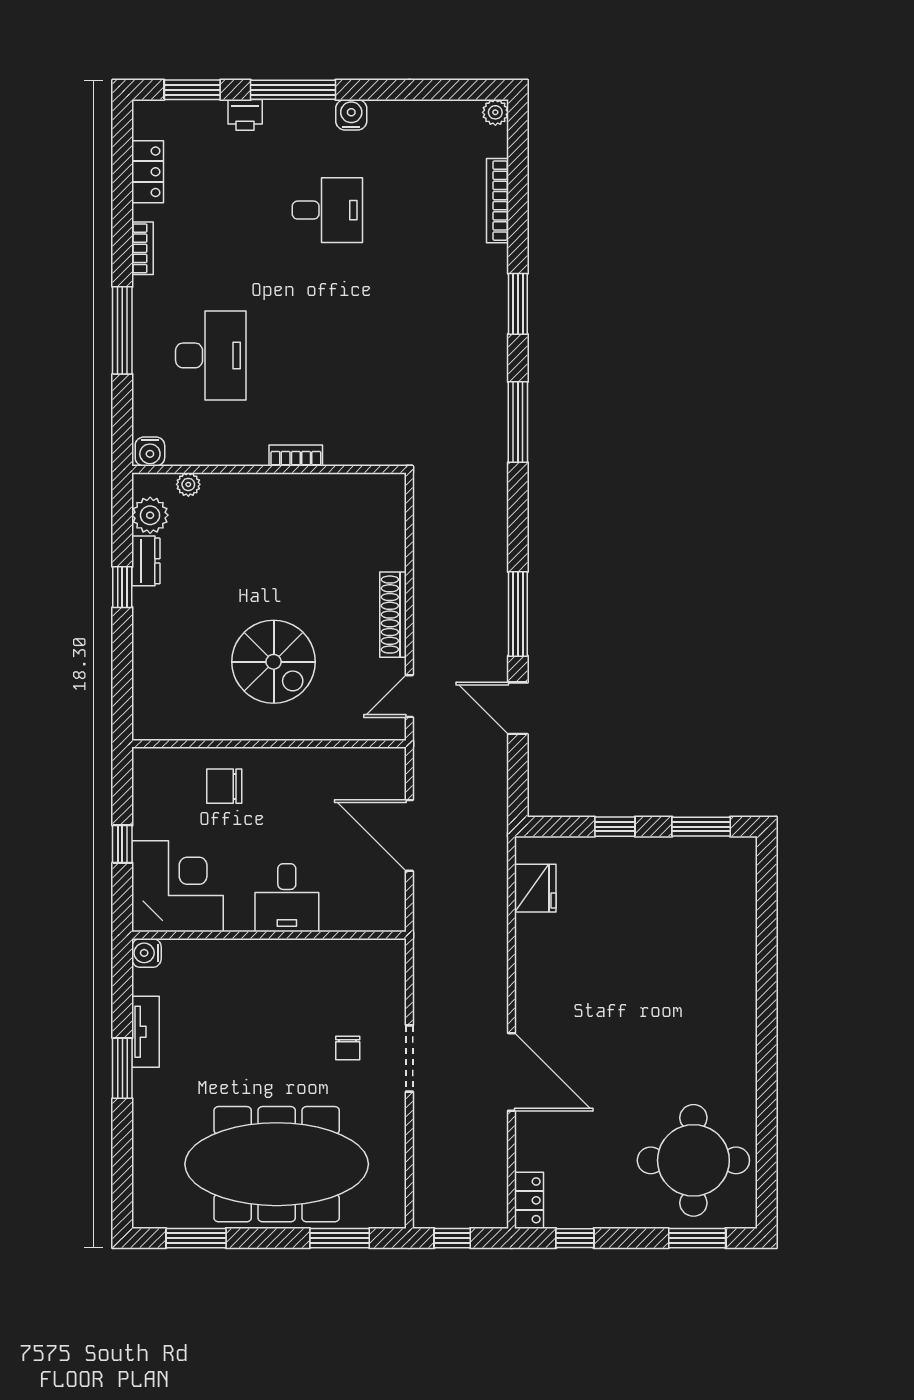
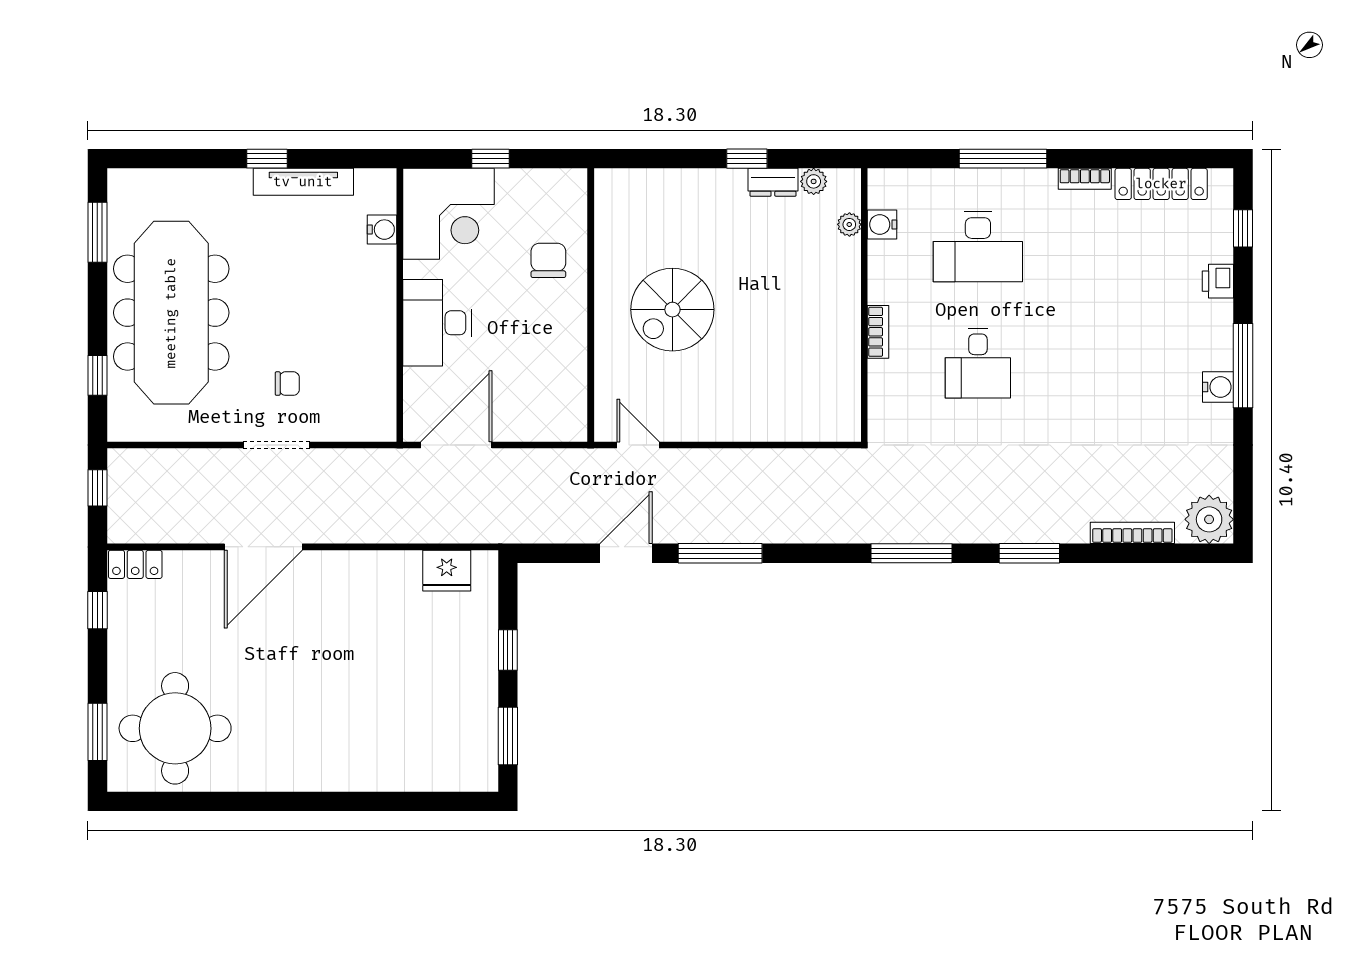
window: (192, 90) -> (1243, 228), width x0.67
window: (293, 90) -> (1243, 366), moved
plant: (495, 112) -> (1209, 519), width x1.88, depth x1.88
locker: (148, 172) -> (1161, 184), width x1.53
desk: (327, 210) -> (978, 363), moved
water cooler: (150, 452) -> (882, 225), moved
plant: (150, 515) -> (814, 181), width x0.73, depth x0.73
shoe rack: (393, 615) -> (719, 429), removed
door: (409, 835) -> (456, 445), moved
desk: (287, 898) -> (437, 323), width x1.37
water cooler: (146, 953) -> (382, 230), moved, turned 90
tv unit: (145, 1032) -> (303, 182), width x1.41
chair: (348, 1048) -> (287, 384), turned 180
window: (122, 1068) -> (267, 159), width x0.67
window: (340, 1238) -> (97, 375), width x0.67

